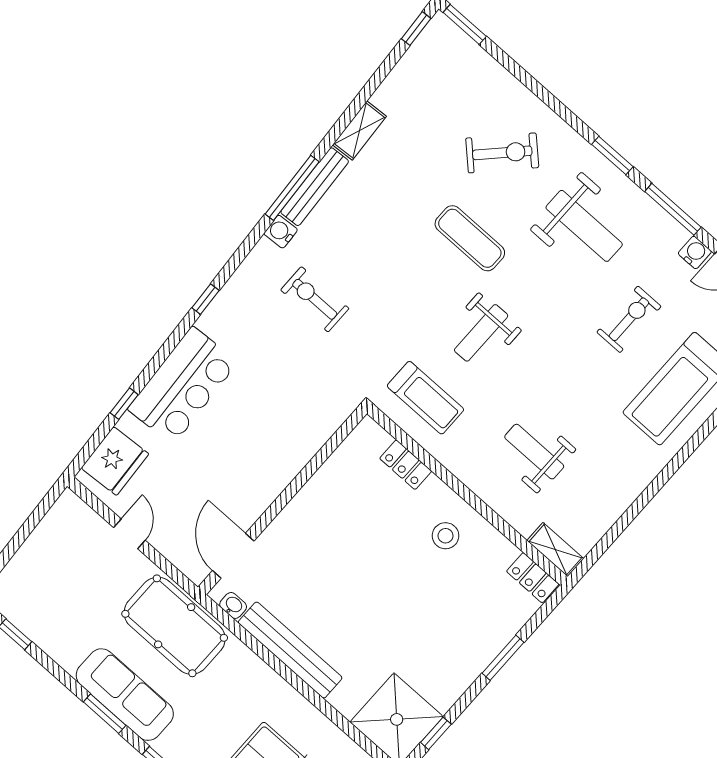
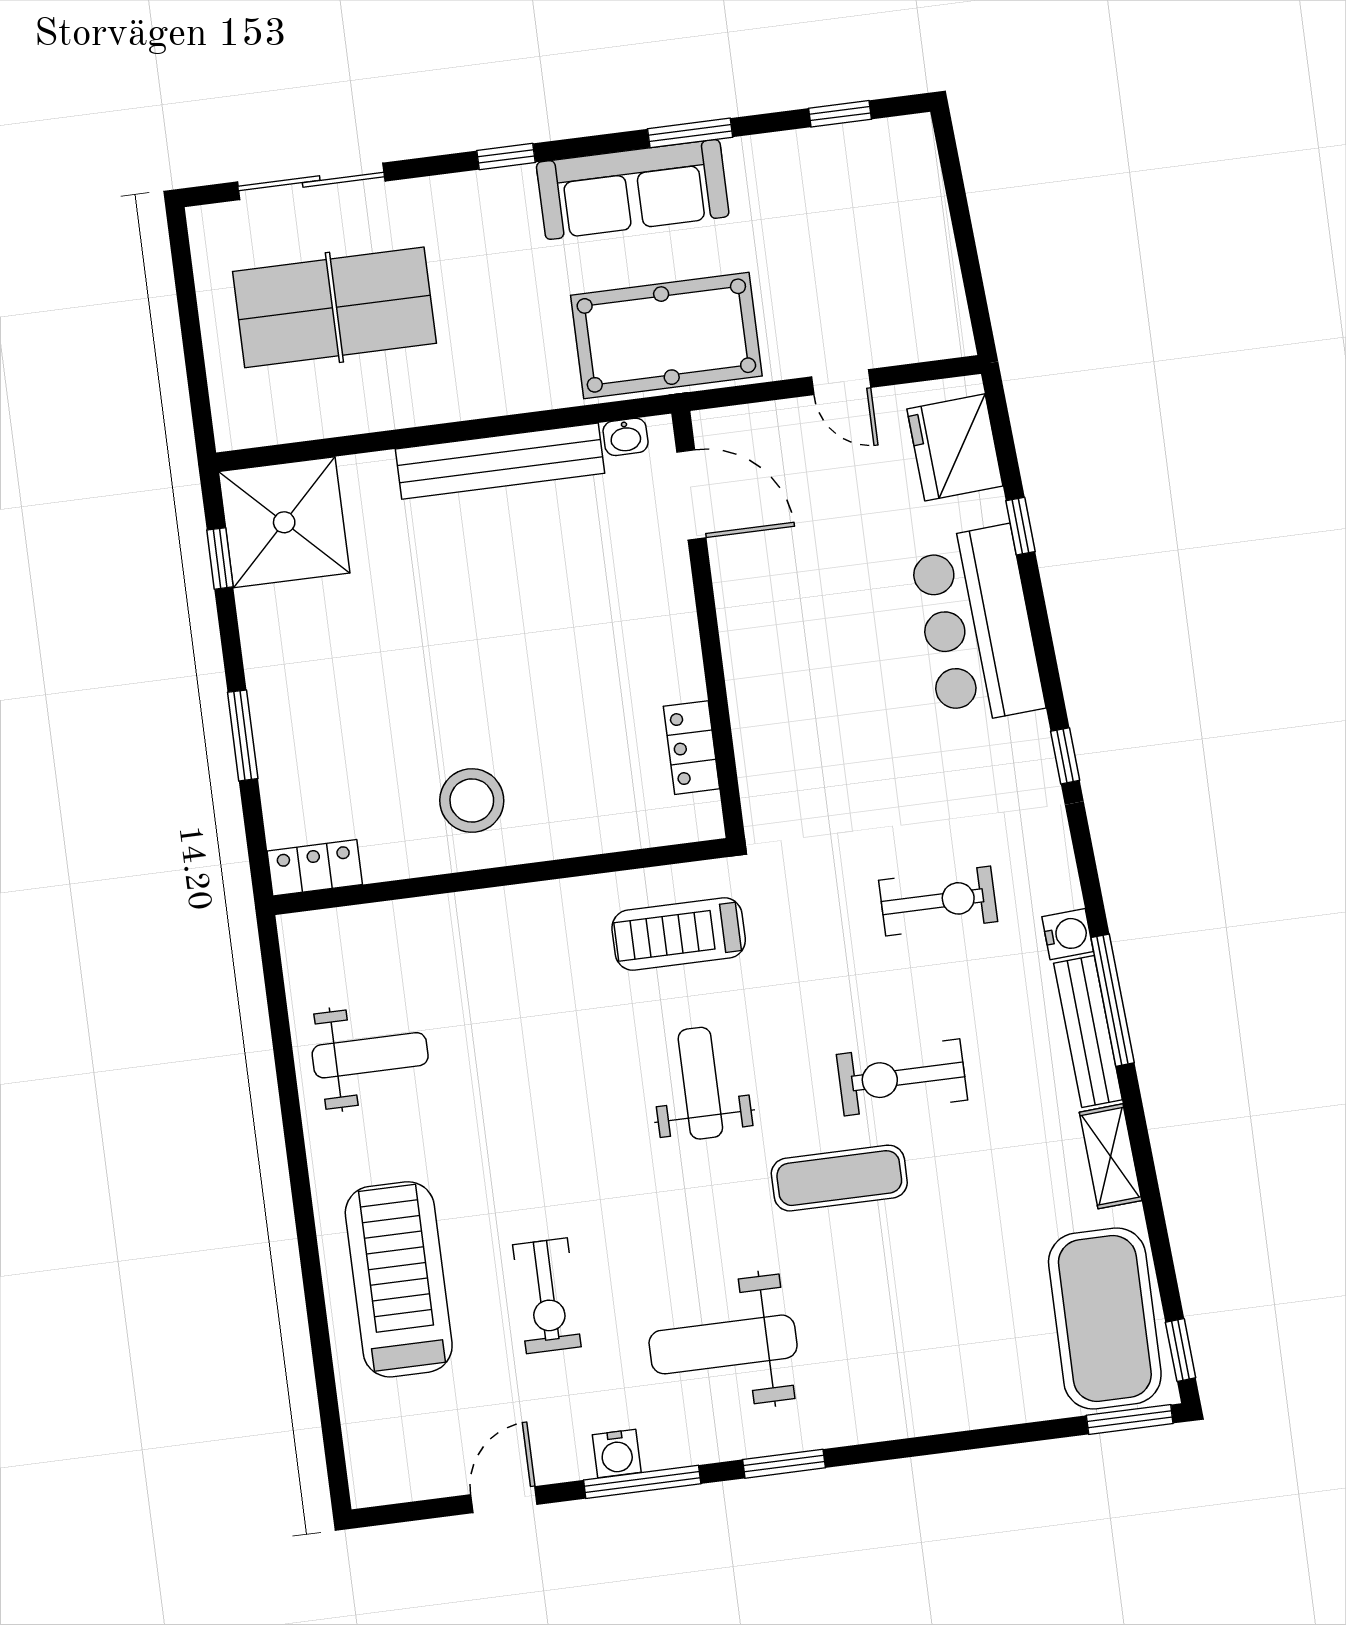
exercise mat: (431, 73) -> (1105, 1319), added
exercise bike: (502, 153) -> (902, 1077), moved, turned 46
water cooler: (695, 252) -> (617, 1453), moved
weight bench: (534, 452) -> (370, 1055), moved
locker: (406, 465) -> (691, 748), moved, turned -90
stool: (446, 536) -> (472, 800), width x1.38, depth x1.38
shelving: (555, 550) -> (326, 930), removed
window: (105, 714) -> (690, 133), moved

